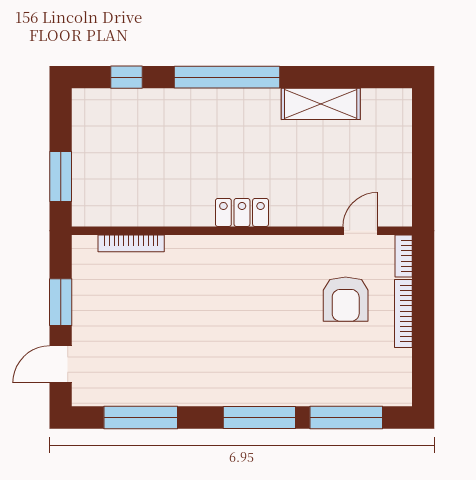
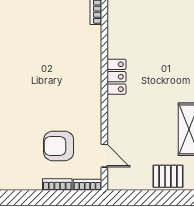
pallet: (391, 135) -> (168, 176), added
bookcase: (403, 314) -> (57, 184), width x0.64

